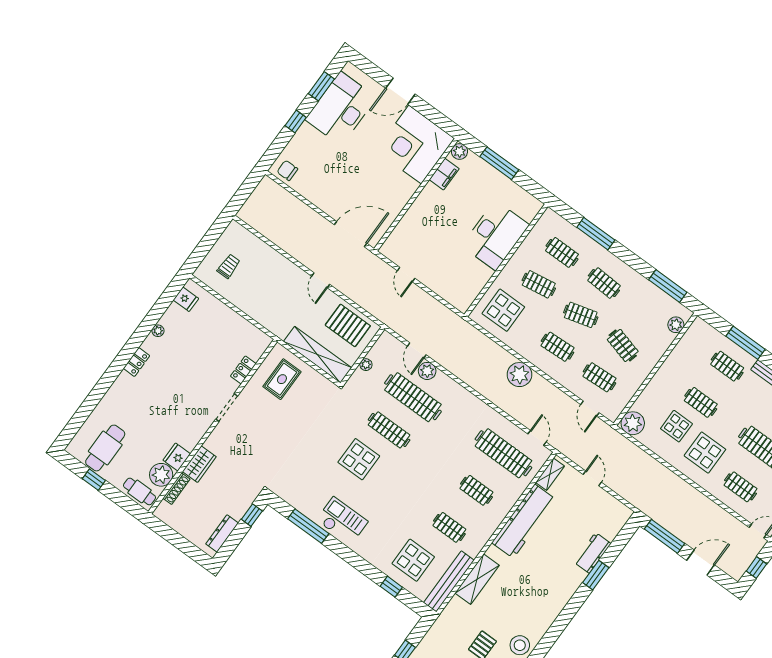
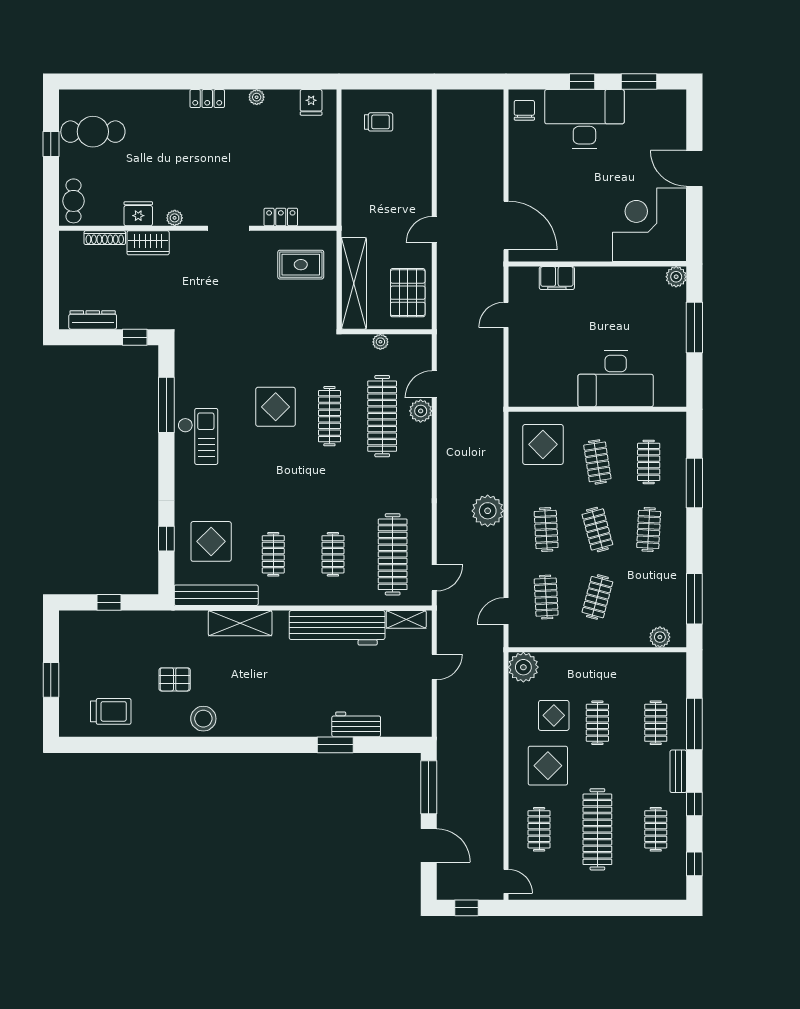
desk: (341, 109) -> (584, 119), moved
filing cabinet: (444, 174) -> (557, 278), moved
plant: (161, 475) -> (175, 218), moved, width x0.53, depth x0.53

